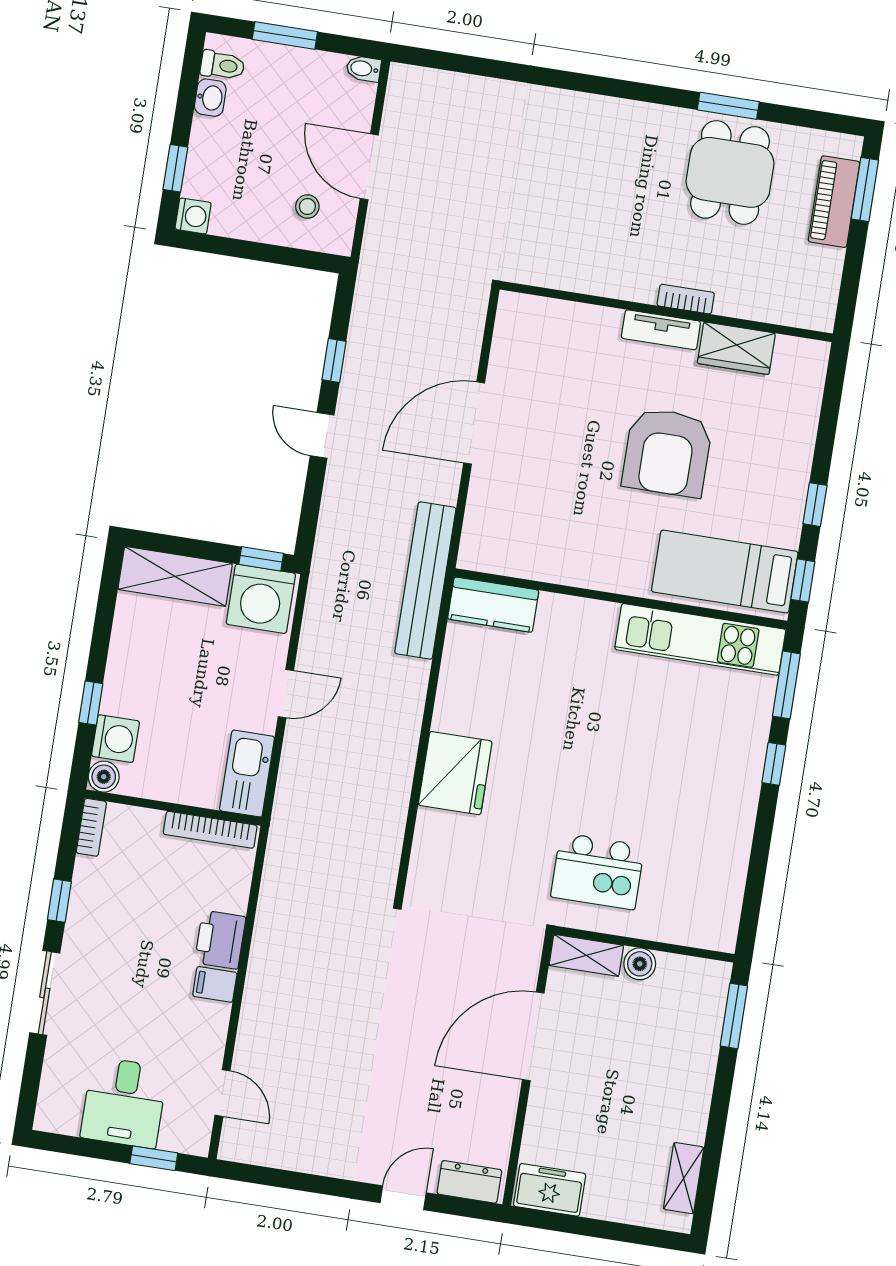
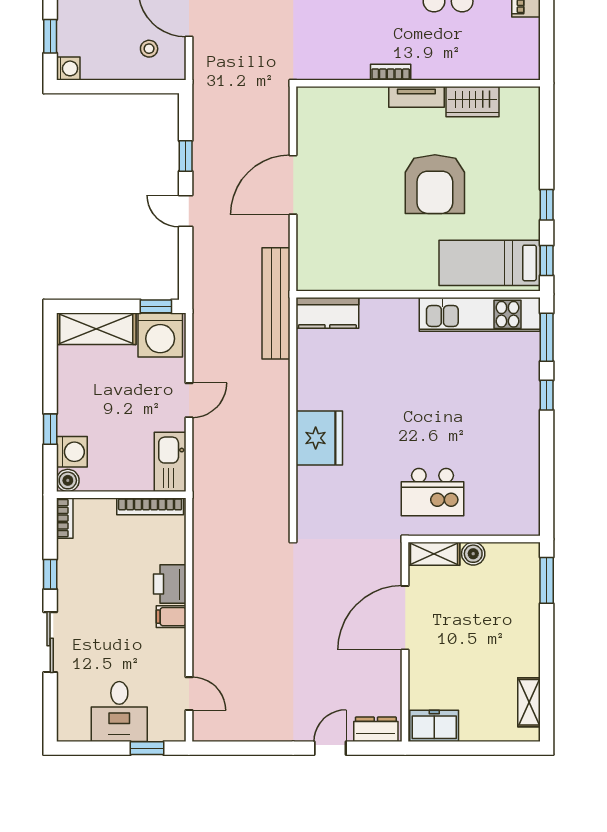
bookcase: (686, 299) -> (391, 72), moved

